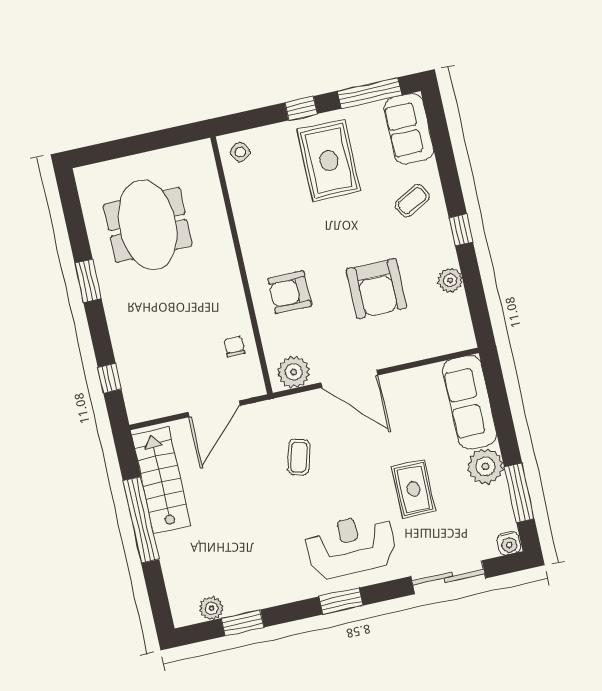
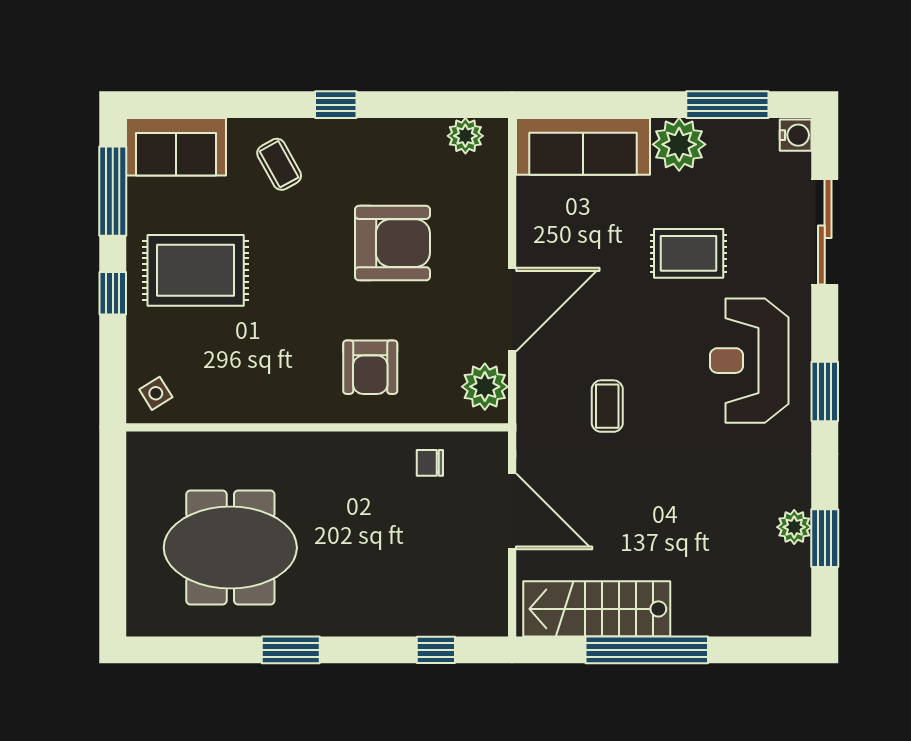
plant: (450, 280) -> (465, 136), moved
coffee table: (299, 457) -> (607, 406), turned 75
plant: (211, 608) -> (794, 527), moved

